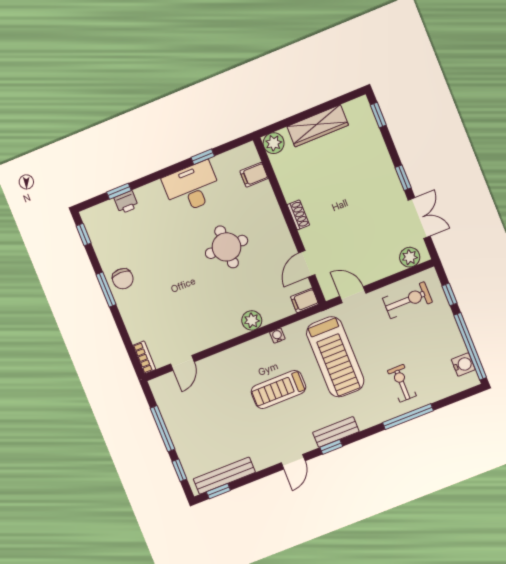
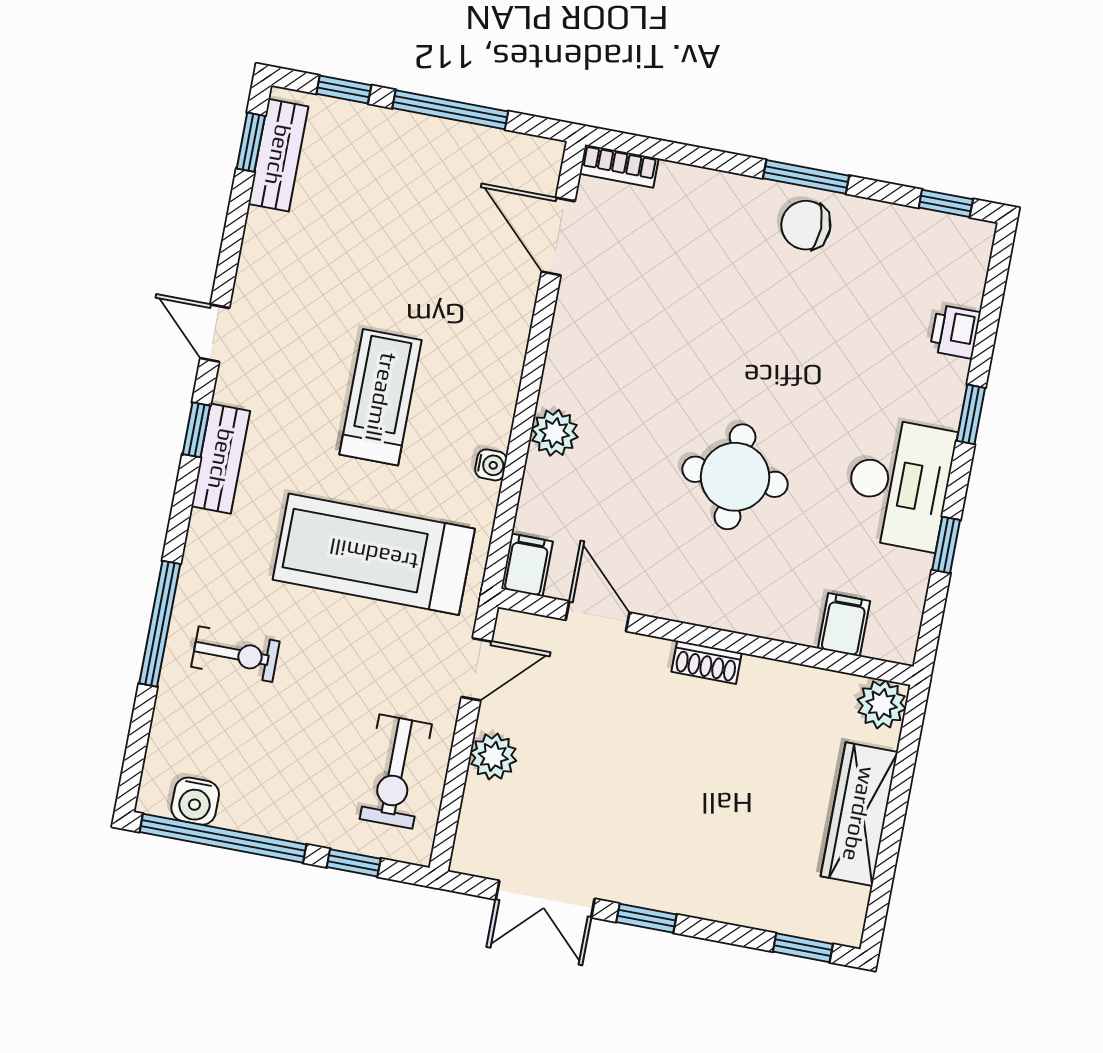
window: (119, 191) -> (971, 414), moved
plant: (410, 257) -> (493, 756), moved
door: (182, 363) -> (558, 237), width x1.38
bench: (224, 476) -> (278, 155), width x0.73

